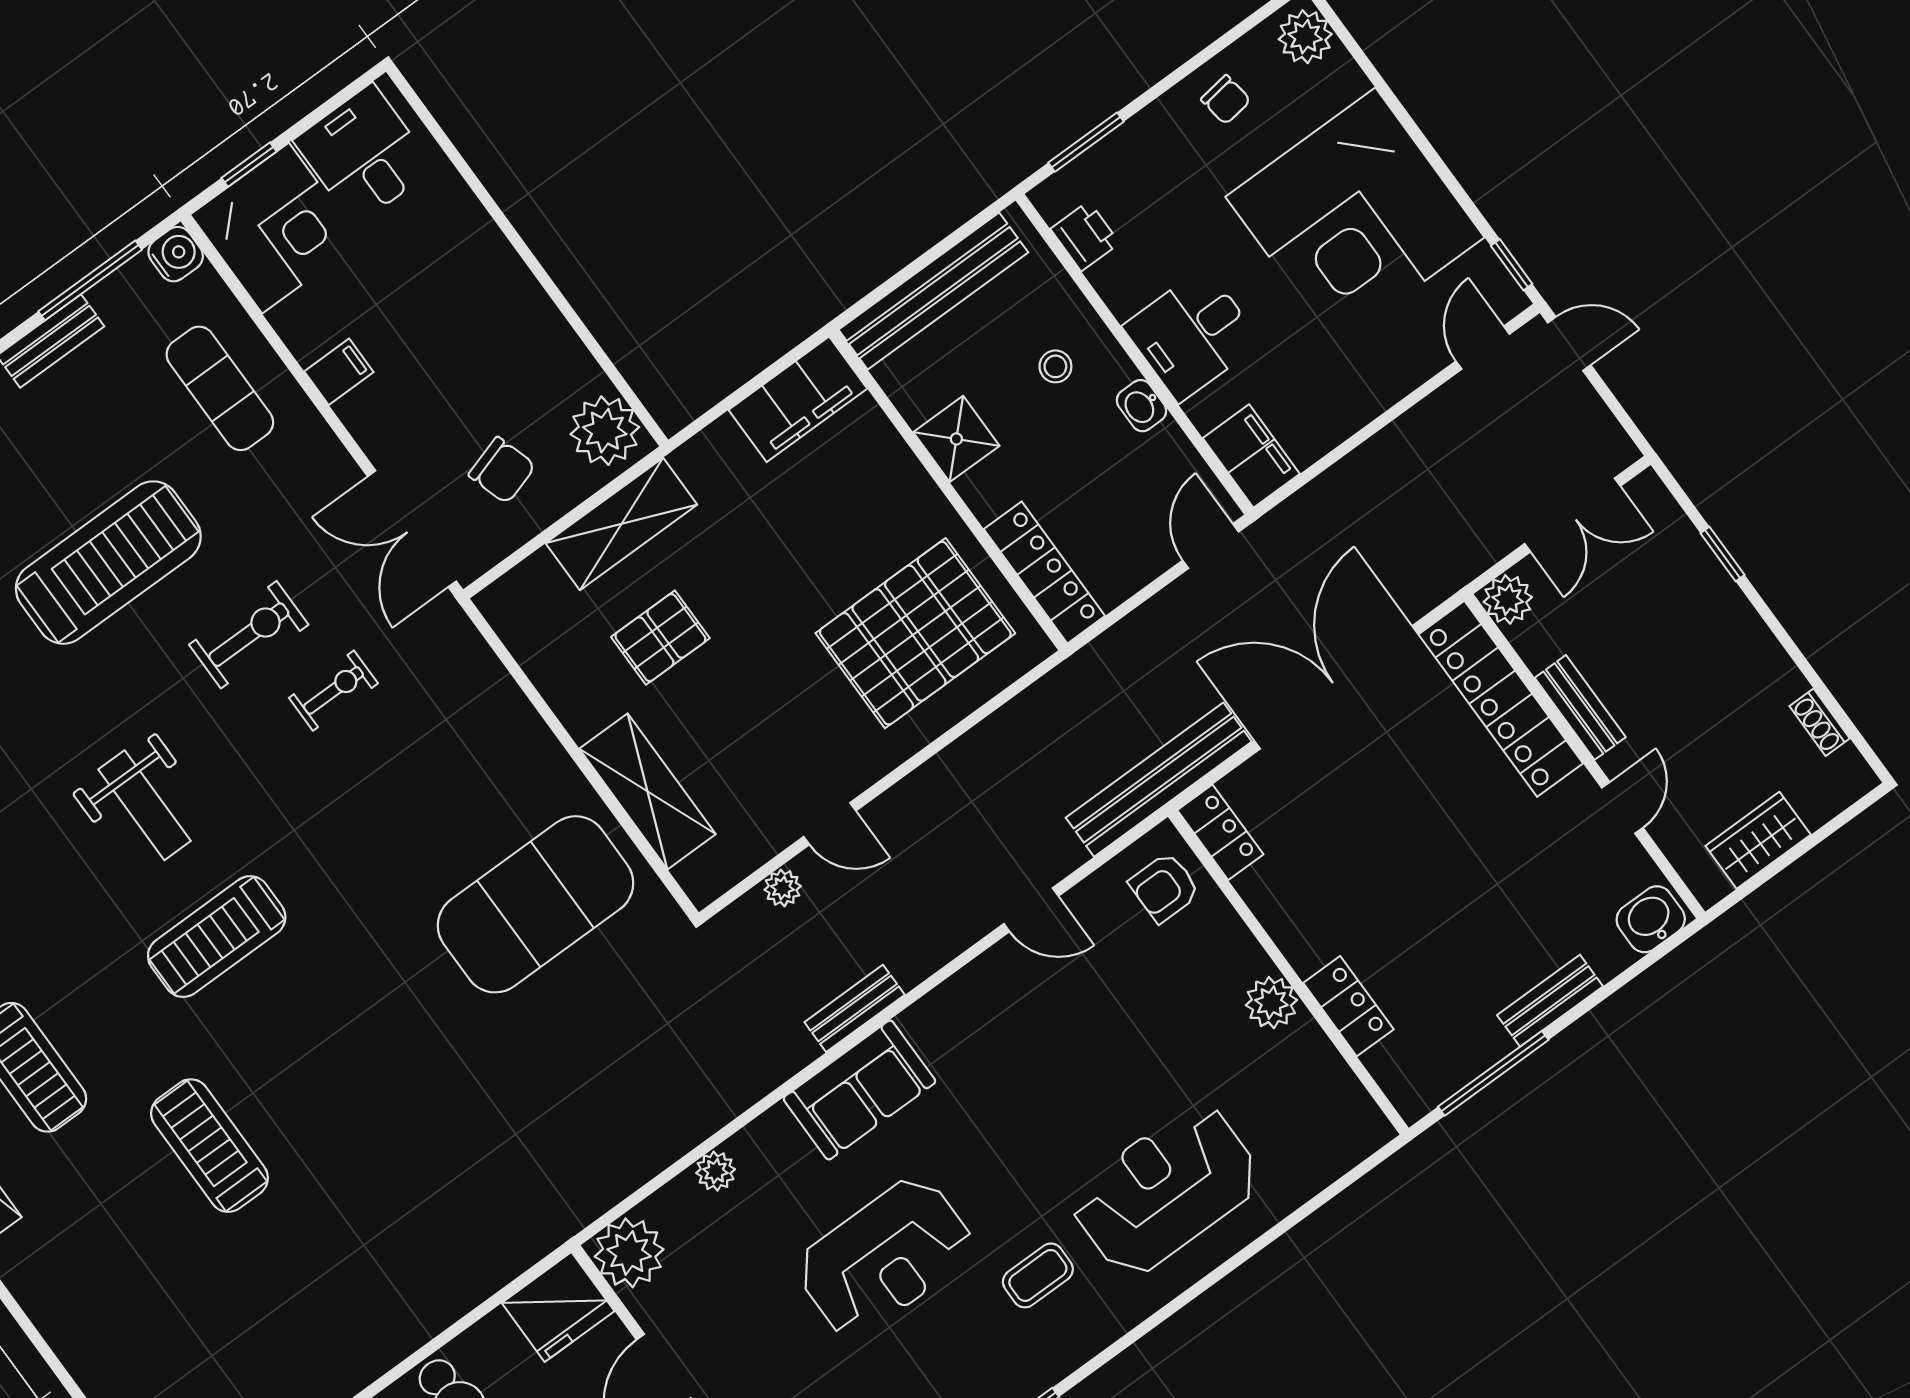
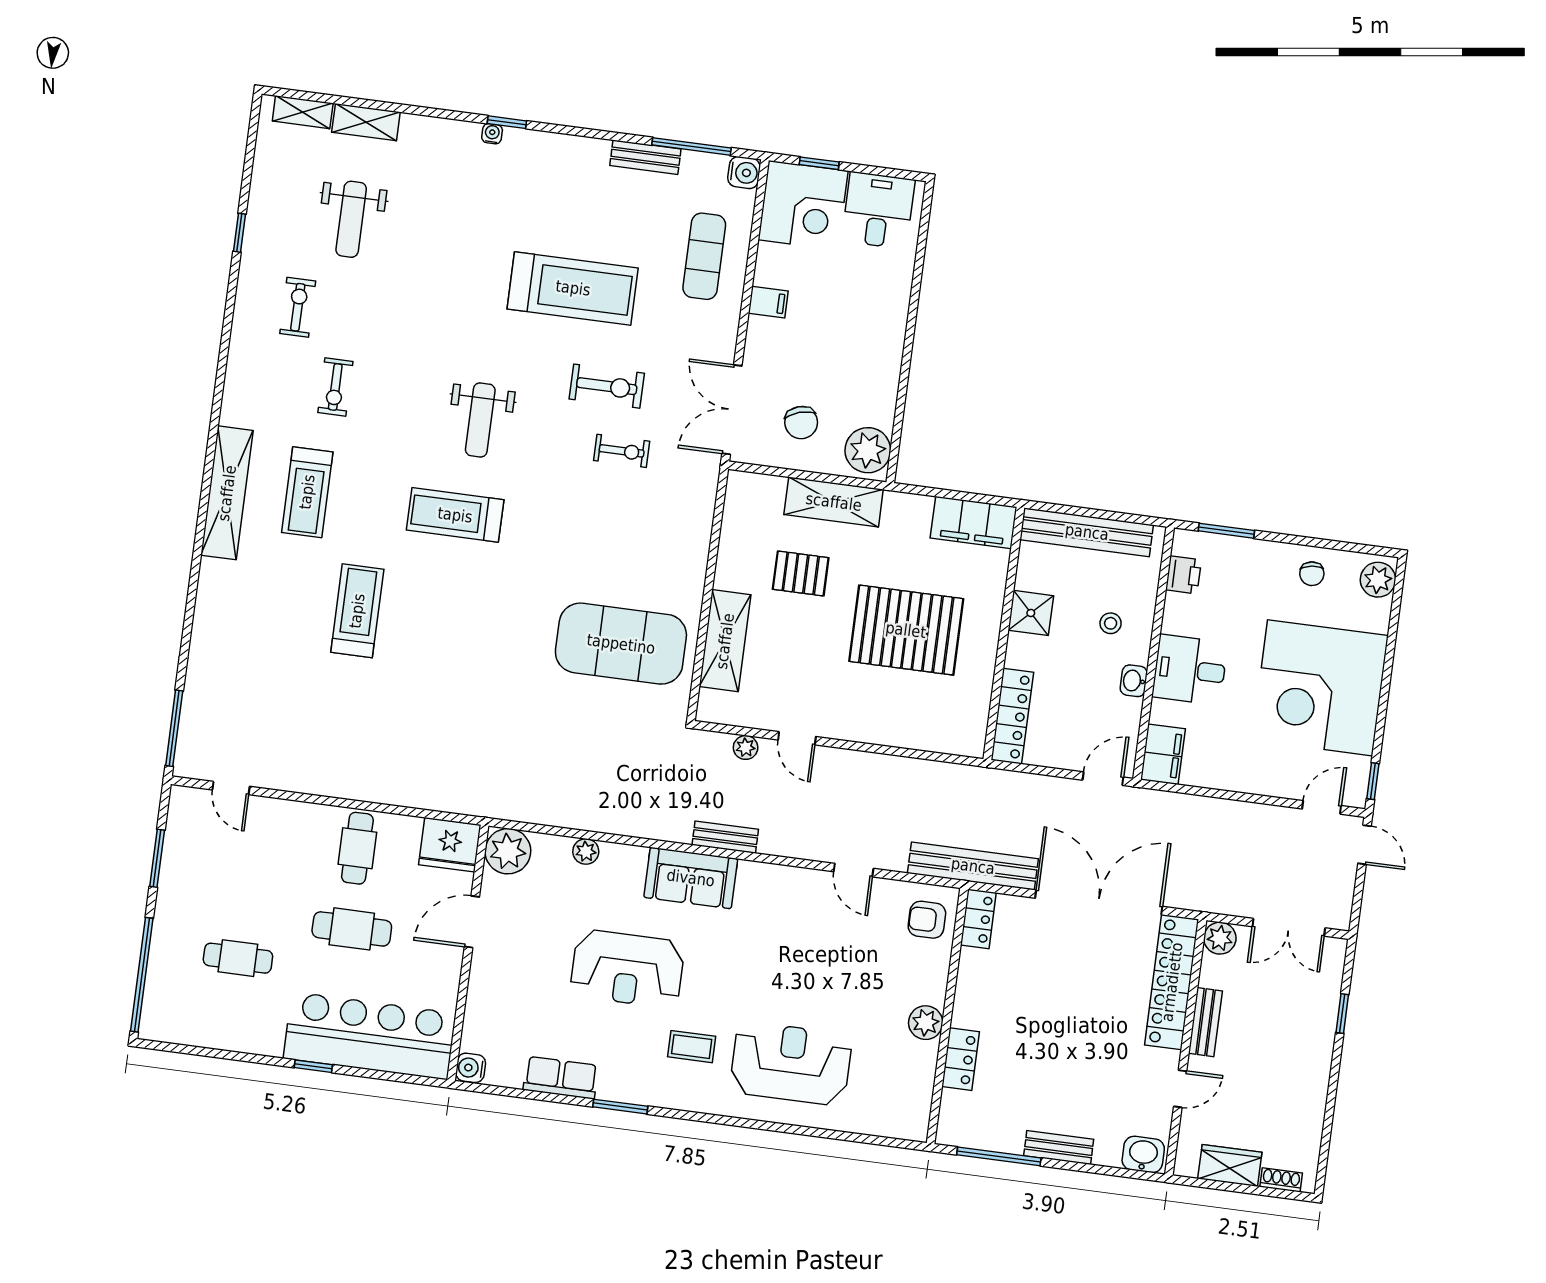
pallet: (915, 633) -> (906, 630), moved
shoe rack: (1820, 722) -> (1281, 1180), moved, turned 90

